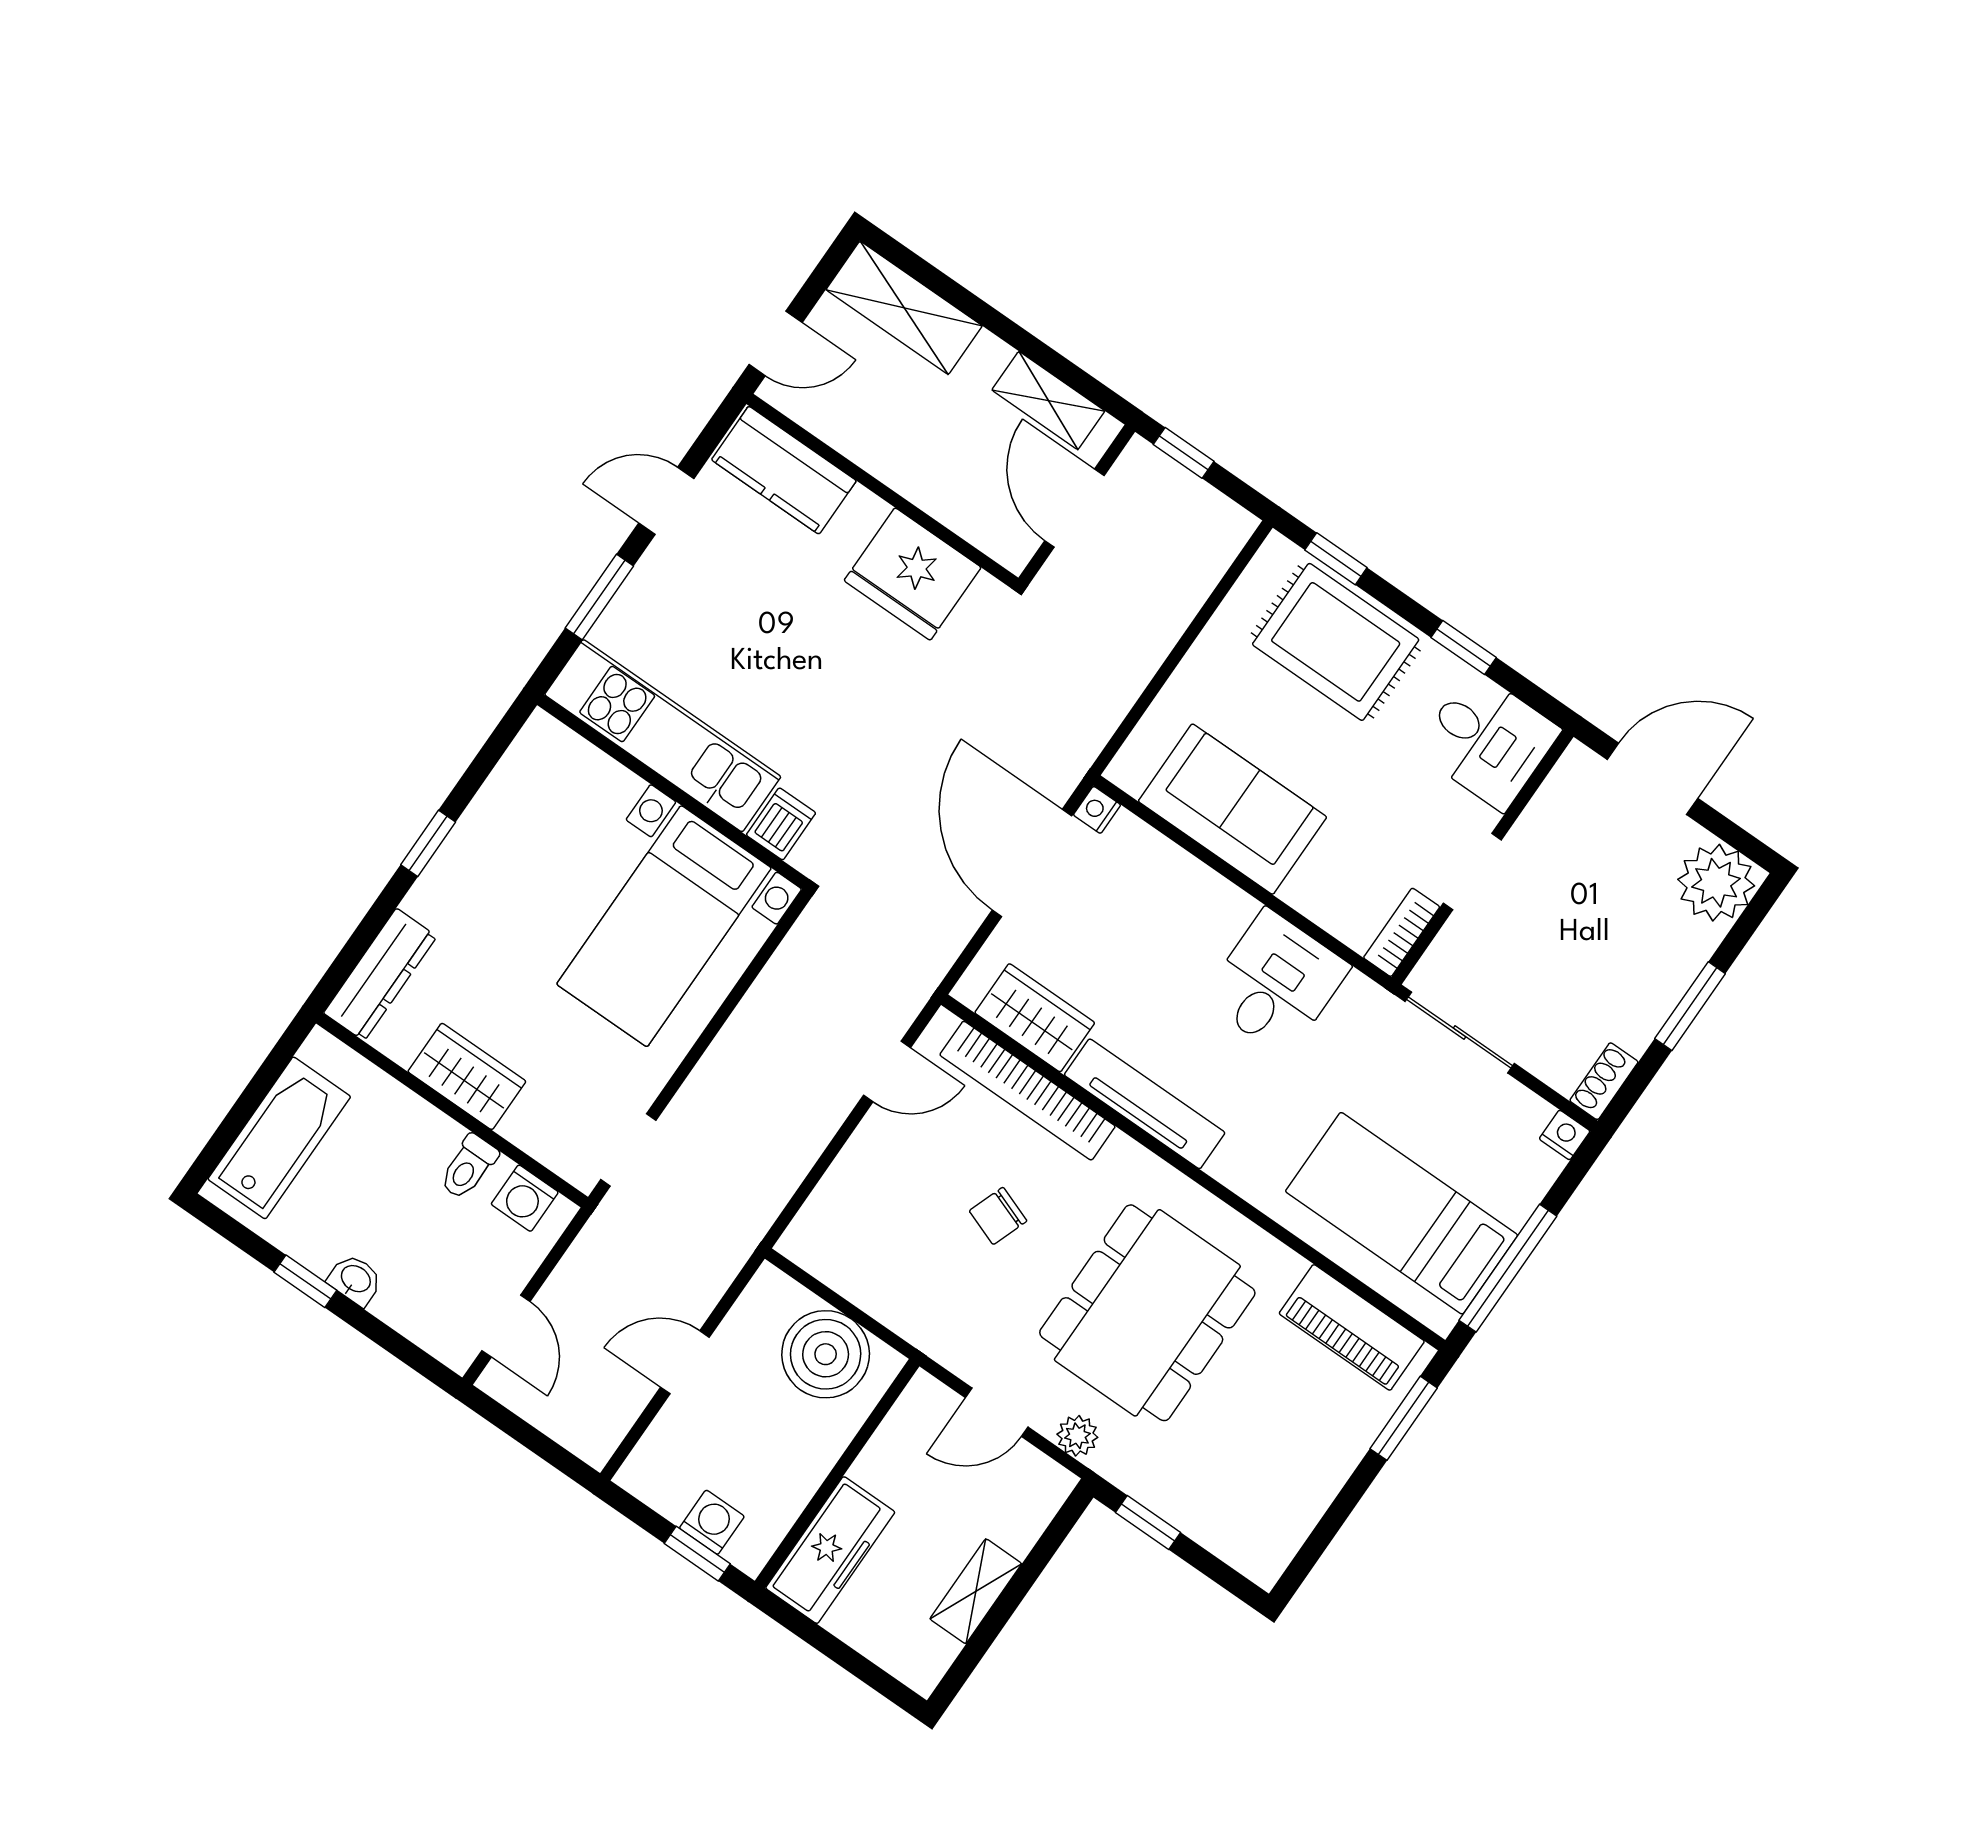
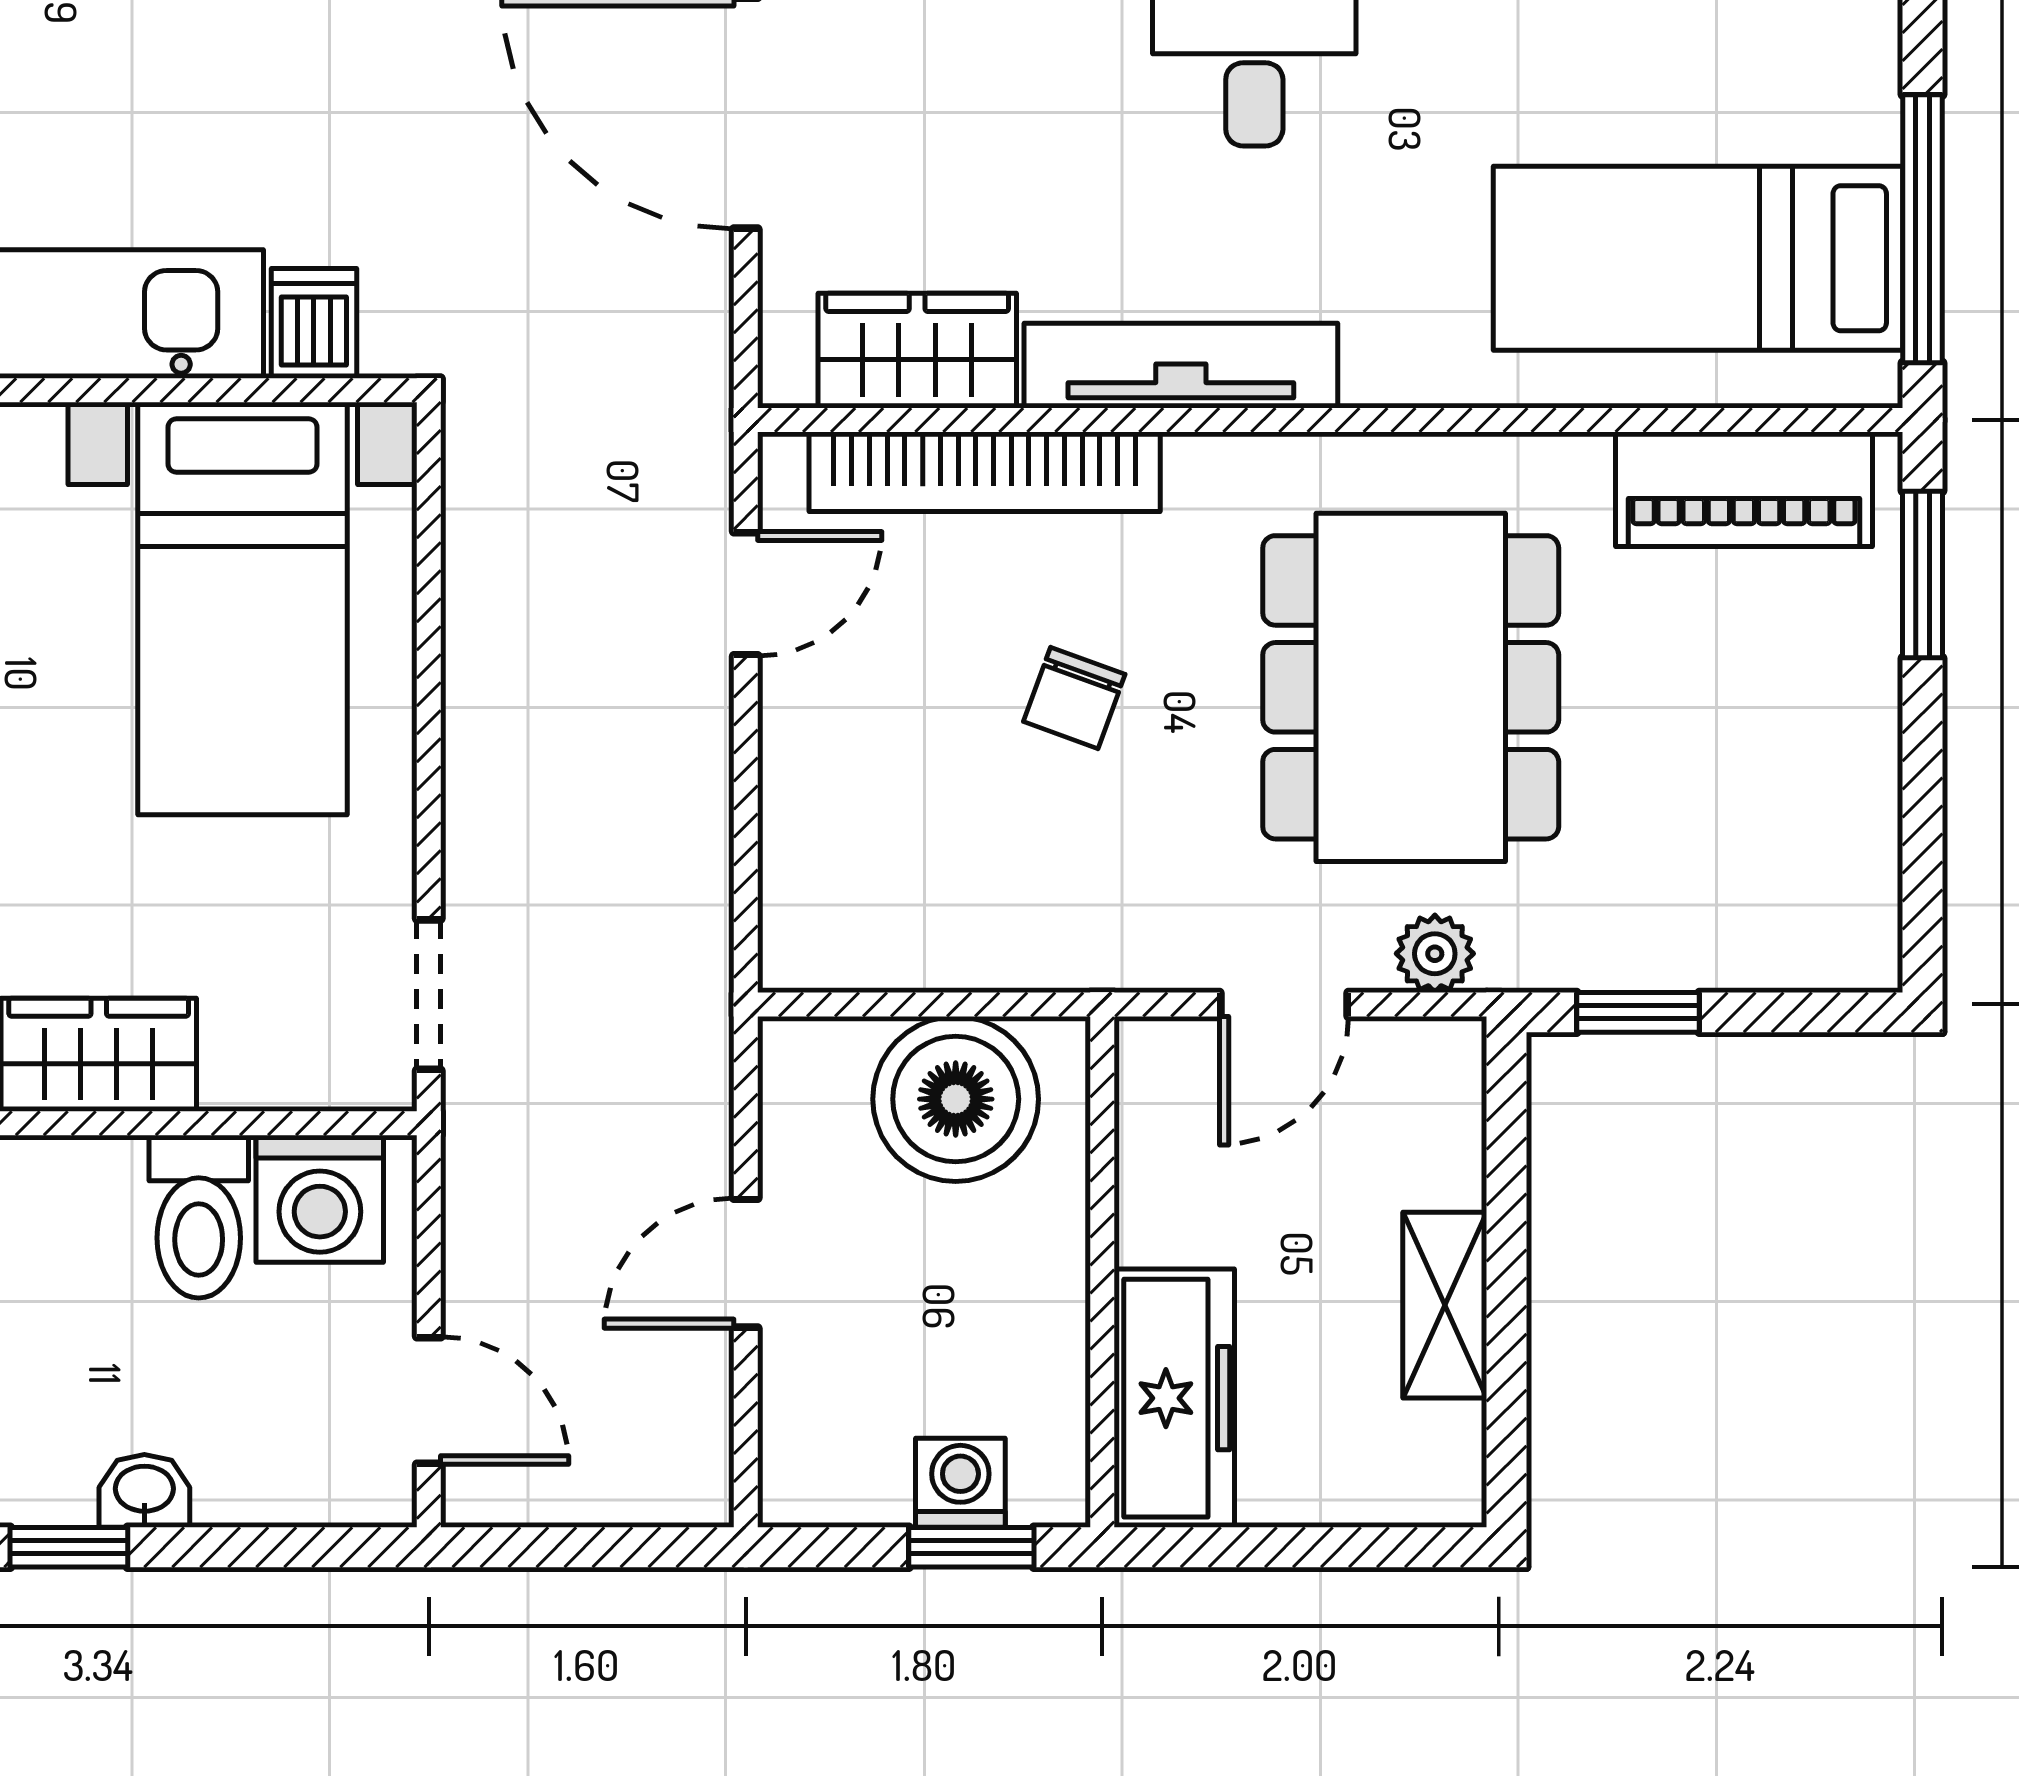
toilet: (468, 1167) -> (199, 1217), width x1.37, depth x1.39
washing machine: (525, 1198) -> (320, 1199), width x1.38, depth x1.38

